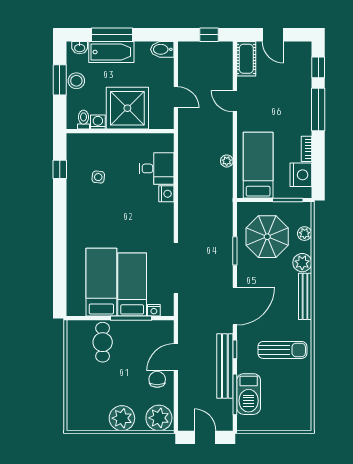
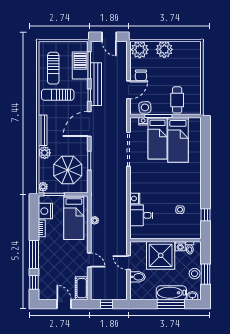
bidet: (162, 49) -> (137, 277), moved
plant: (305, 234) -> (43, 187), moved
side table: (151, 331) -> (145, 107), added
sun lounger: (289, 390) -> (53, 68), added

